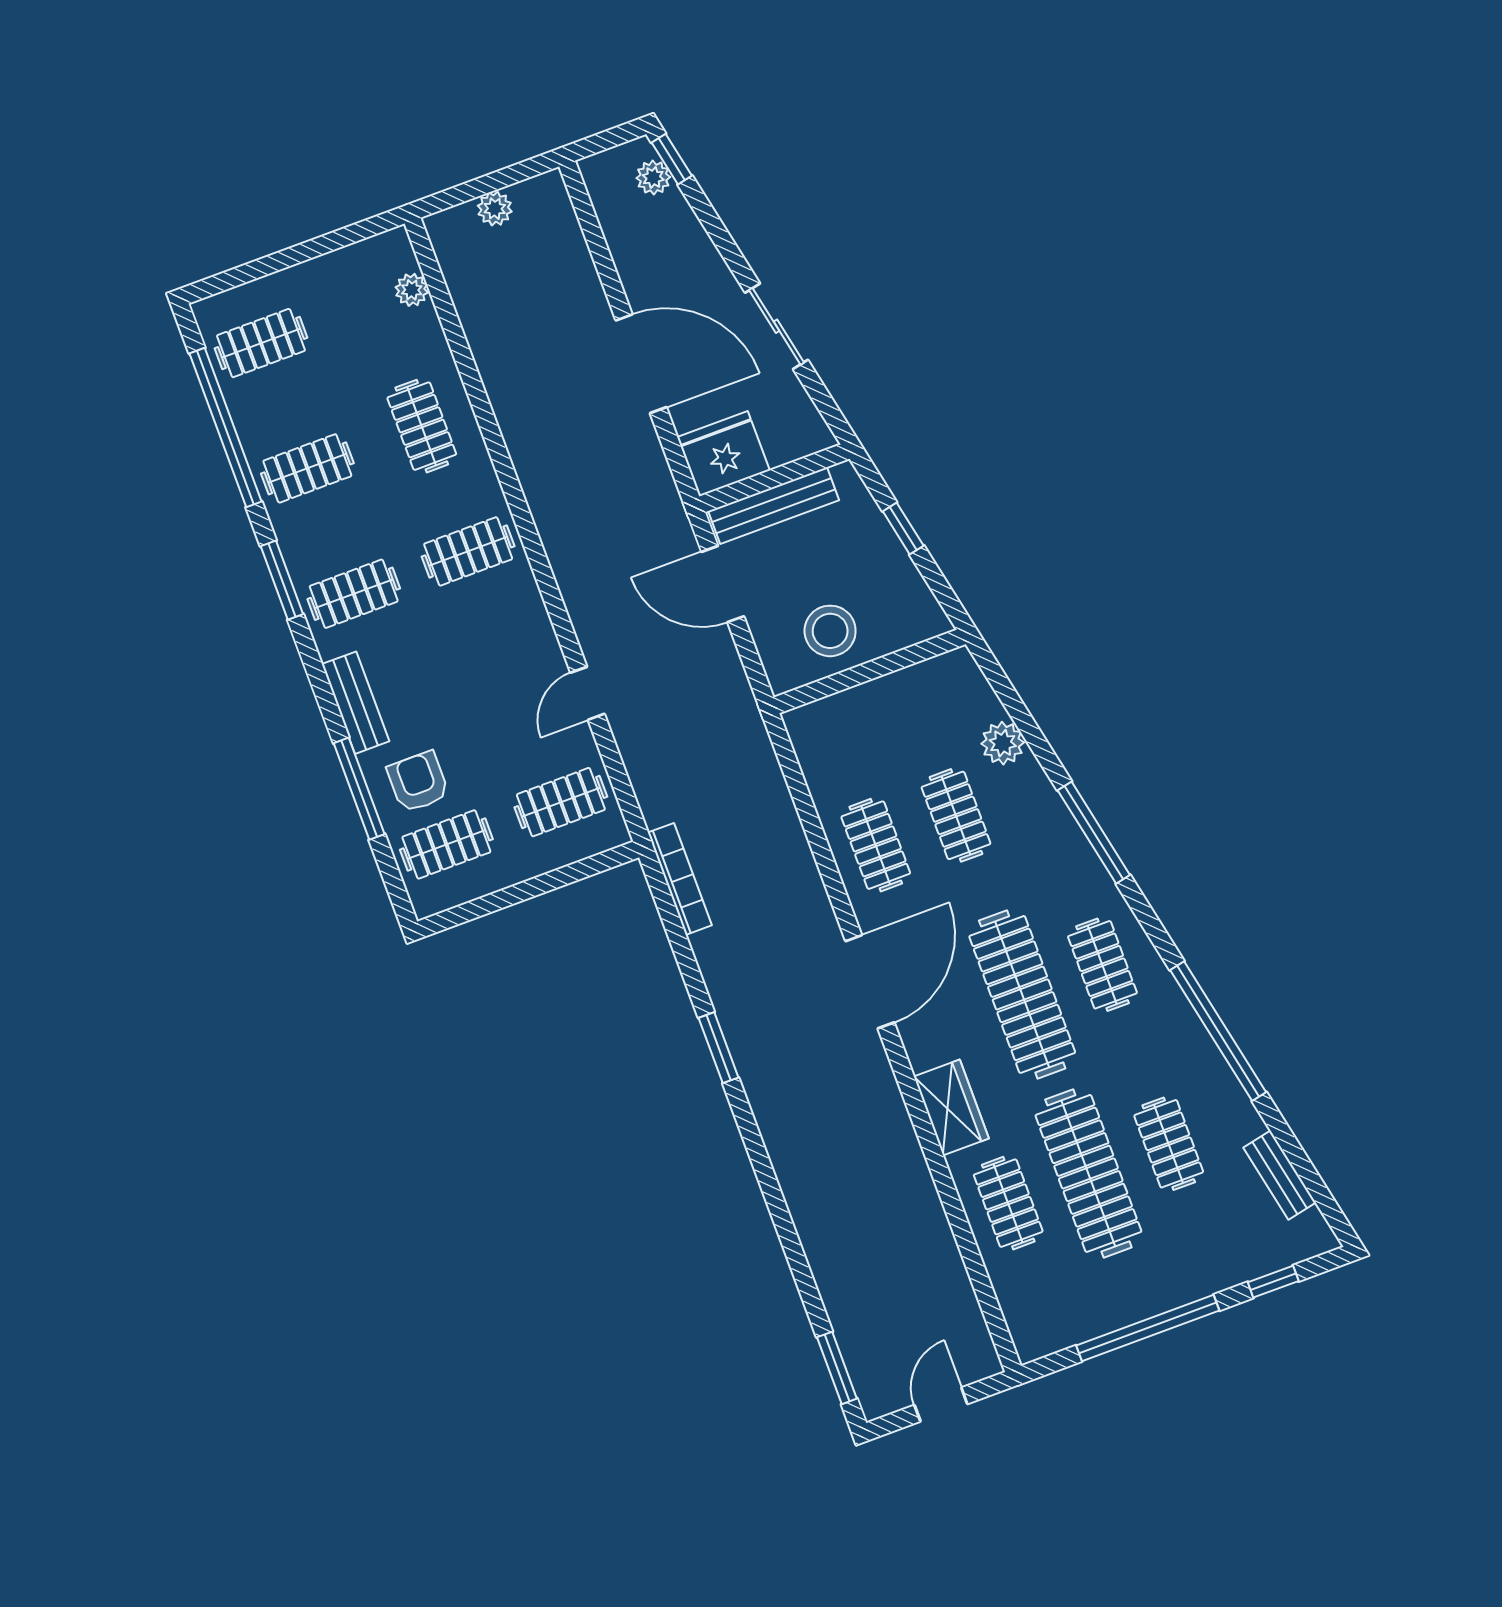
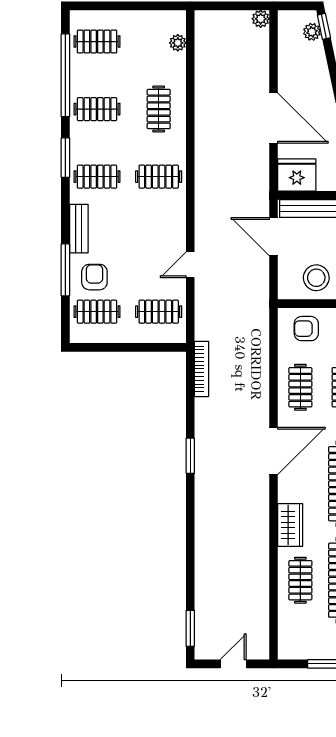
plant: (495, 209) -> (261, 19), moved
armchair: (846, 732) -> (306, 329), added

